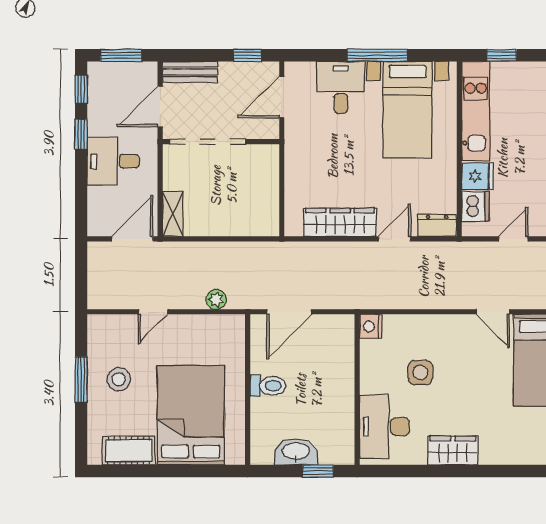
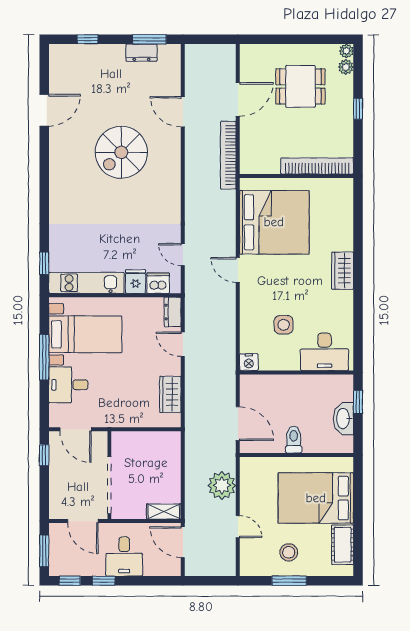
bench: (190, 72) -> (57, 498), removed
wardrobe: (340, 222) -> (170, 394), width x0.67
plant: (216, 299) -> (222, 485), width x1.87, depth x1.87
door: (493, 312) -> (238, 270), swing flipped
wardrobe: (453, 451) -> (343, 271), moved

